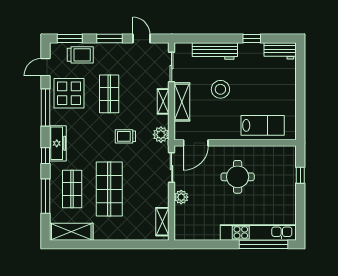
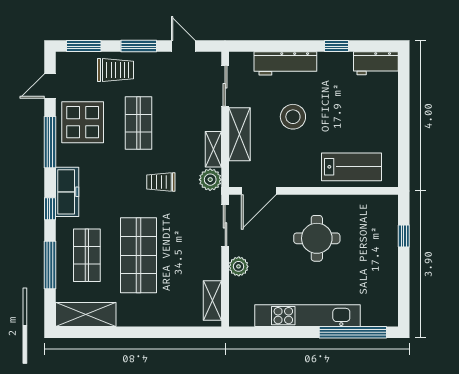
trolley: (80, 55) -> (115, 70), moved
shelving: (163, 101) -> (213, 149), moved
kitchen unit: (258, 233) -> (308, 316), moved

